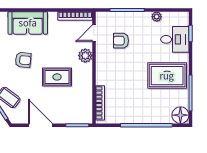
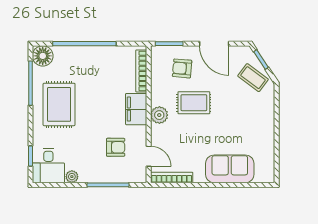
door: (94, 33) -> (149, 156), hinge flipped
desk: (175, 39) -> (48, 166), moved, turned -90
plant: (85, 56) -> (159, 115), moved
armchair: (23, 60) -> (182, 68), moved
filing cabinet: (104, 72) -> (136, 109), added
rug: (167, 76) -> (59, 104), turned 90

